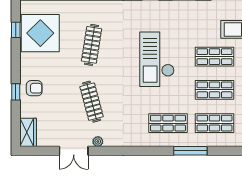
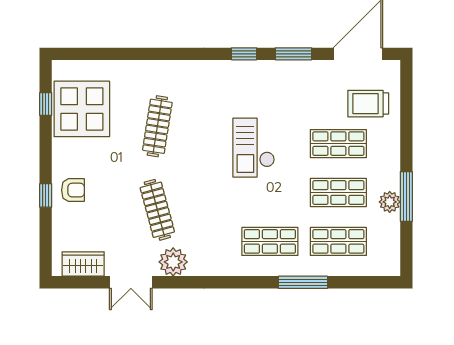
checkout: (157, 59) -> (254, 148), width x0.73, depth x0.83
wardrobe: (28, 132) -> (83, 264), moved, turned -90
plant: (98, 142) -> (173, 262), width x1.87, depth x1.87

